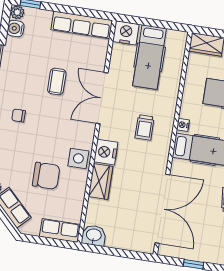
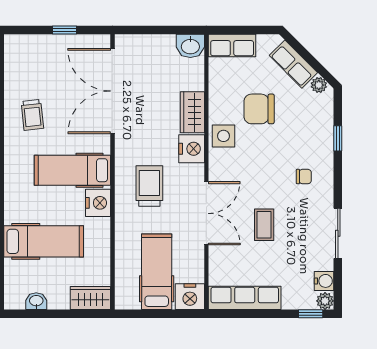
nightstand: (183, 125) -> (98, 203), width x1.89, depth x1.79
trolley: (145, 127) -> (149, 186), width x1.36, depth x1.39

